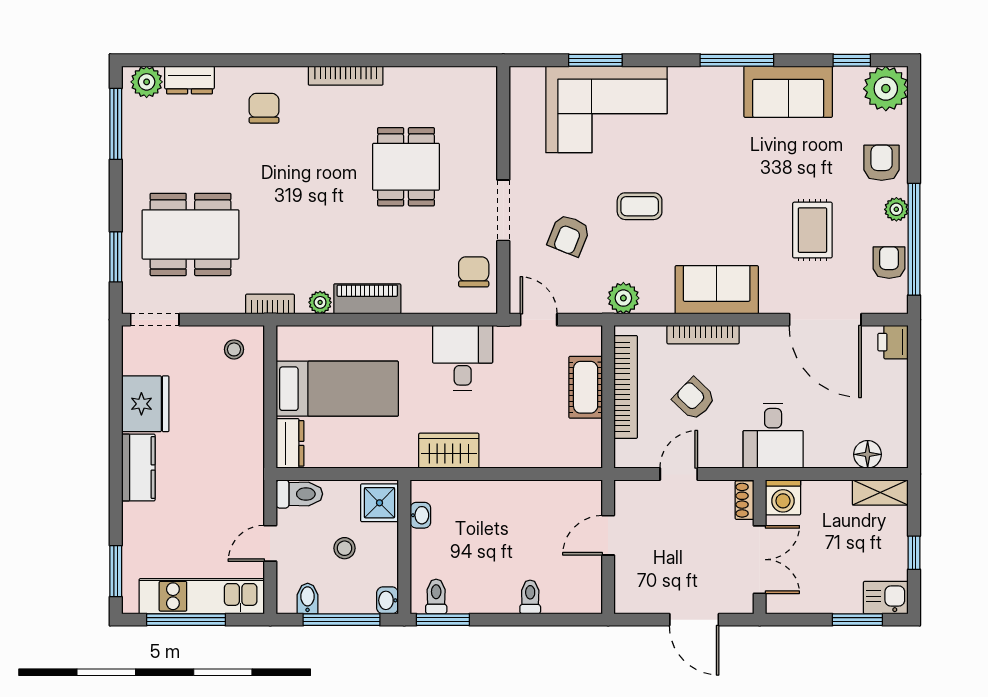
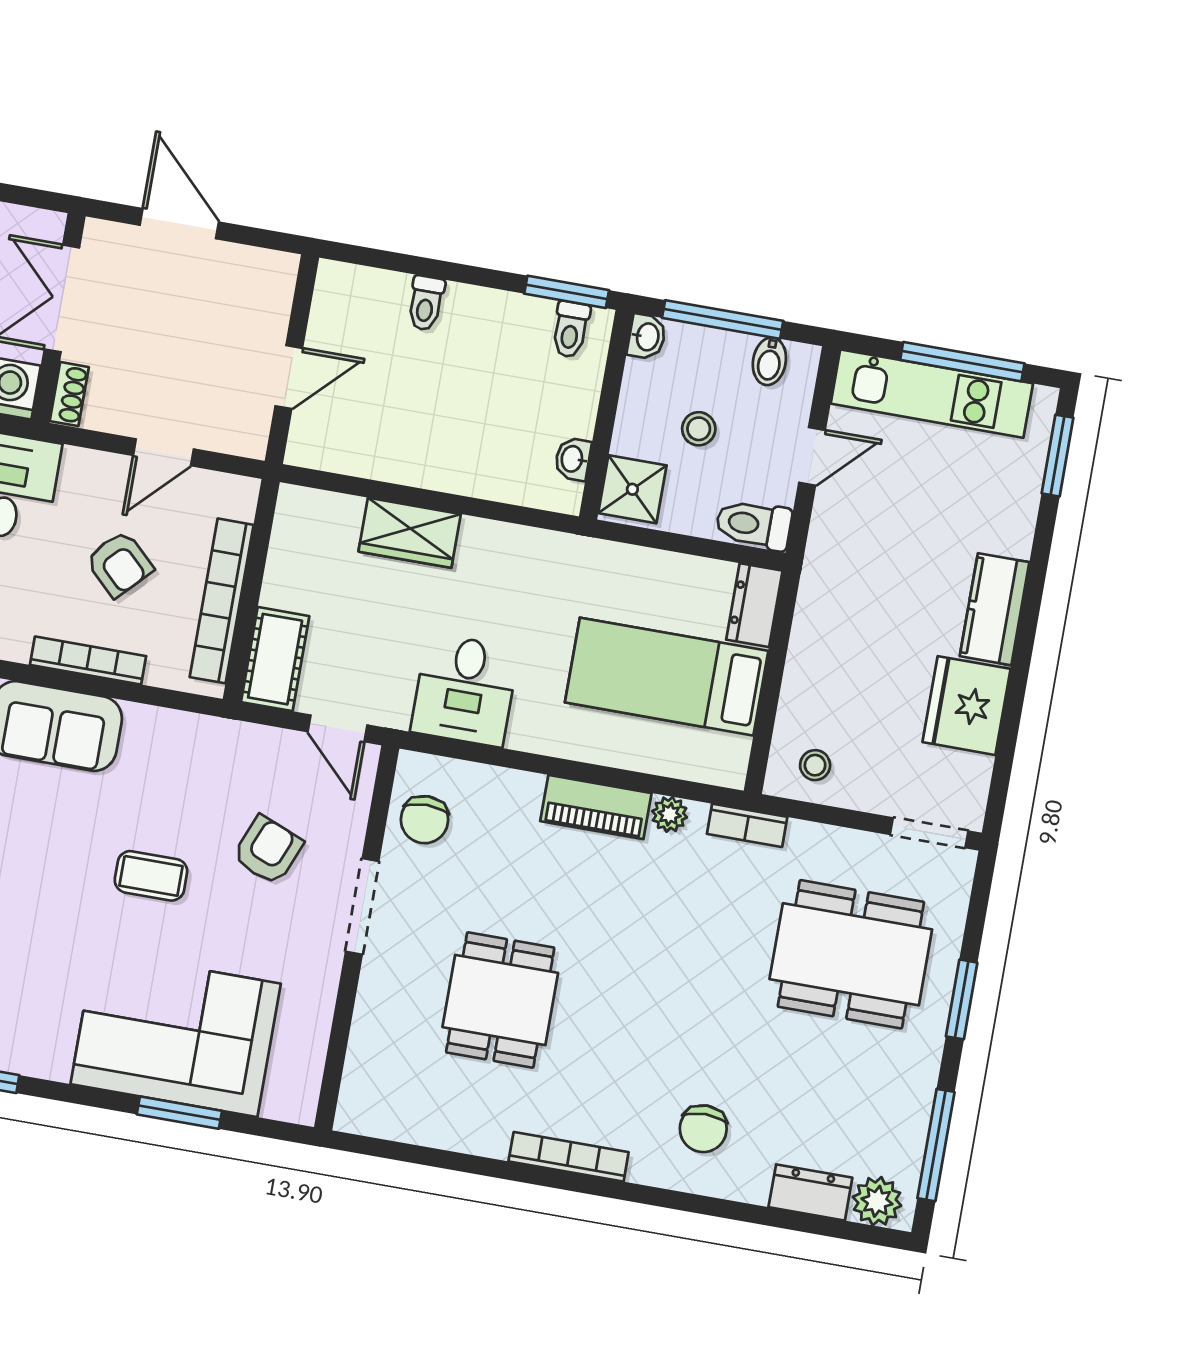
window: (116, 257) -> (962, 999), moved
plant: (623, 298) -> (201, 739), removed
cot: (586, 387) -> (275, 659), moved
wardrobe: (449, 451) -> (410, 533), moved

